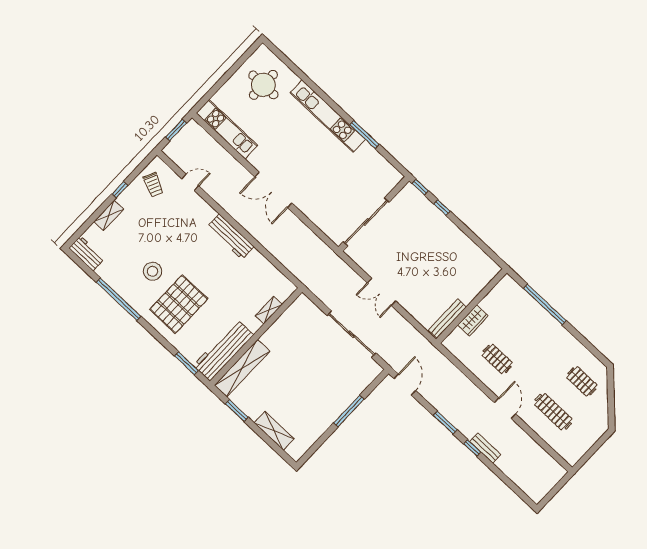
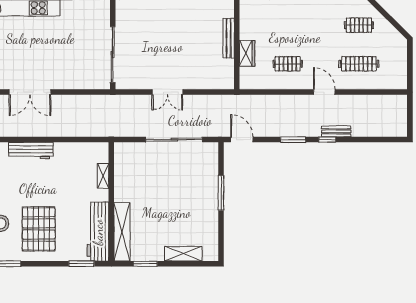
bench: (447, 319) -> (229, 38), moved

